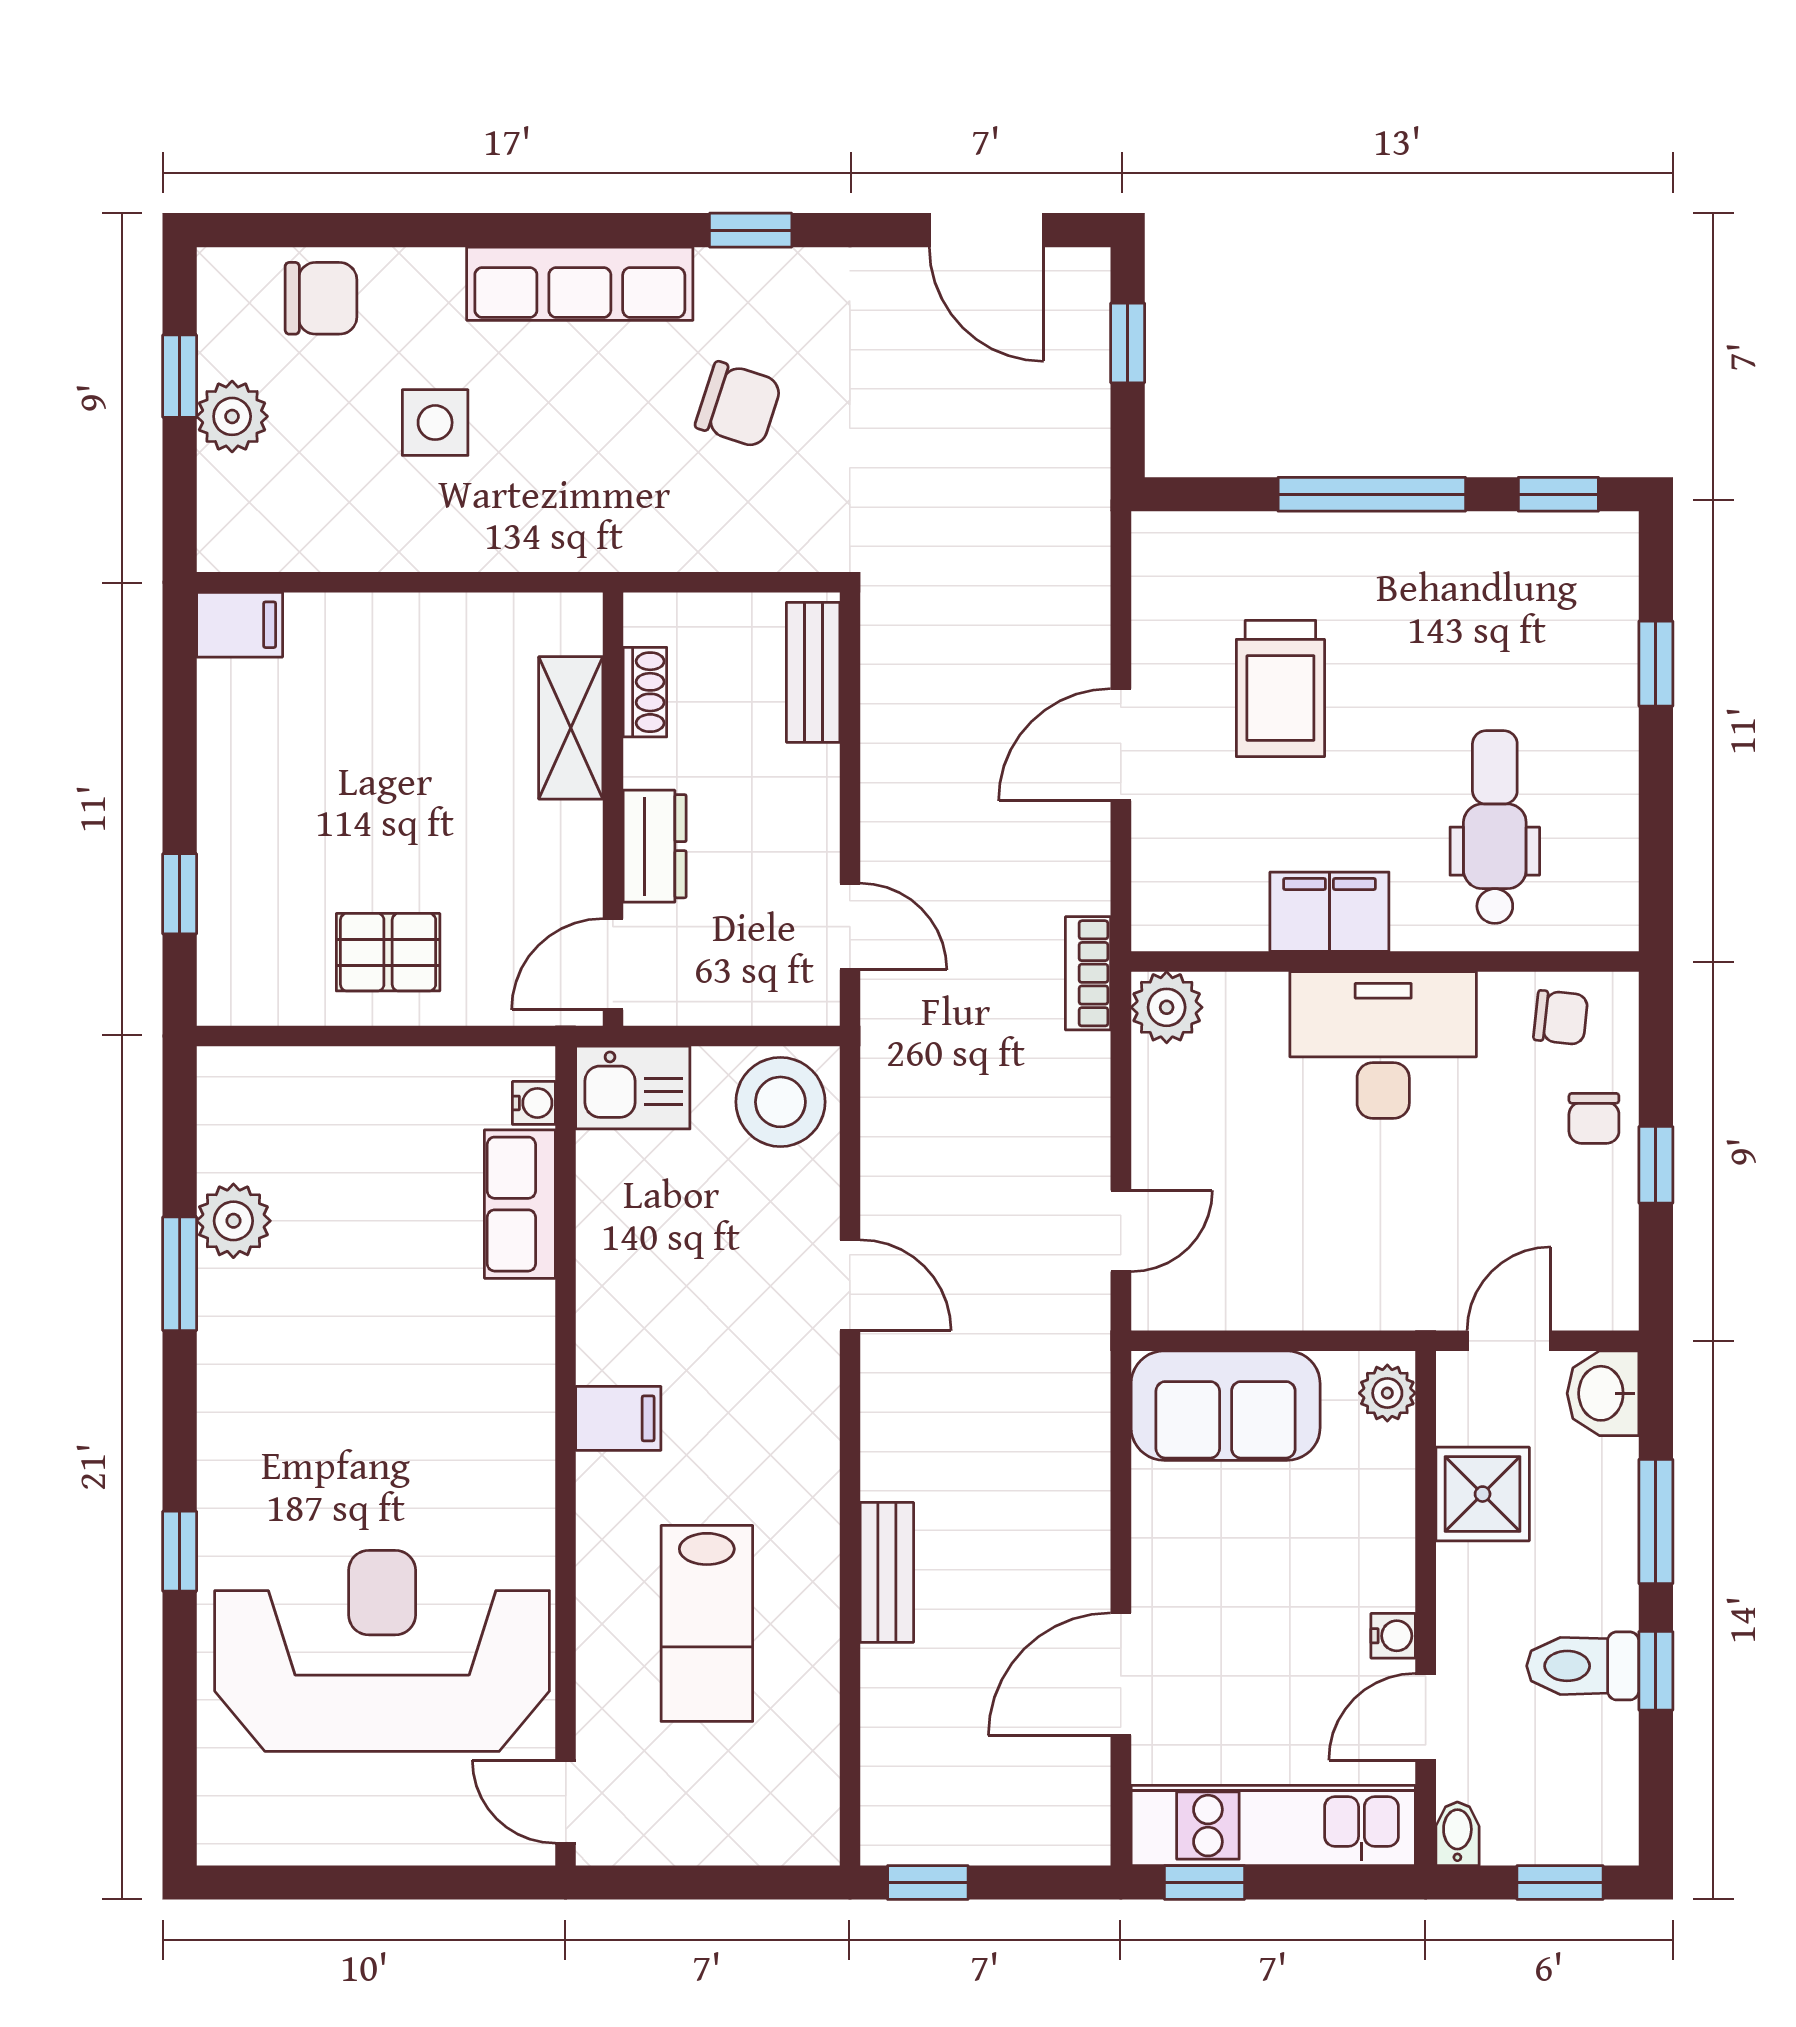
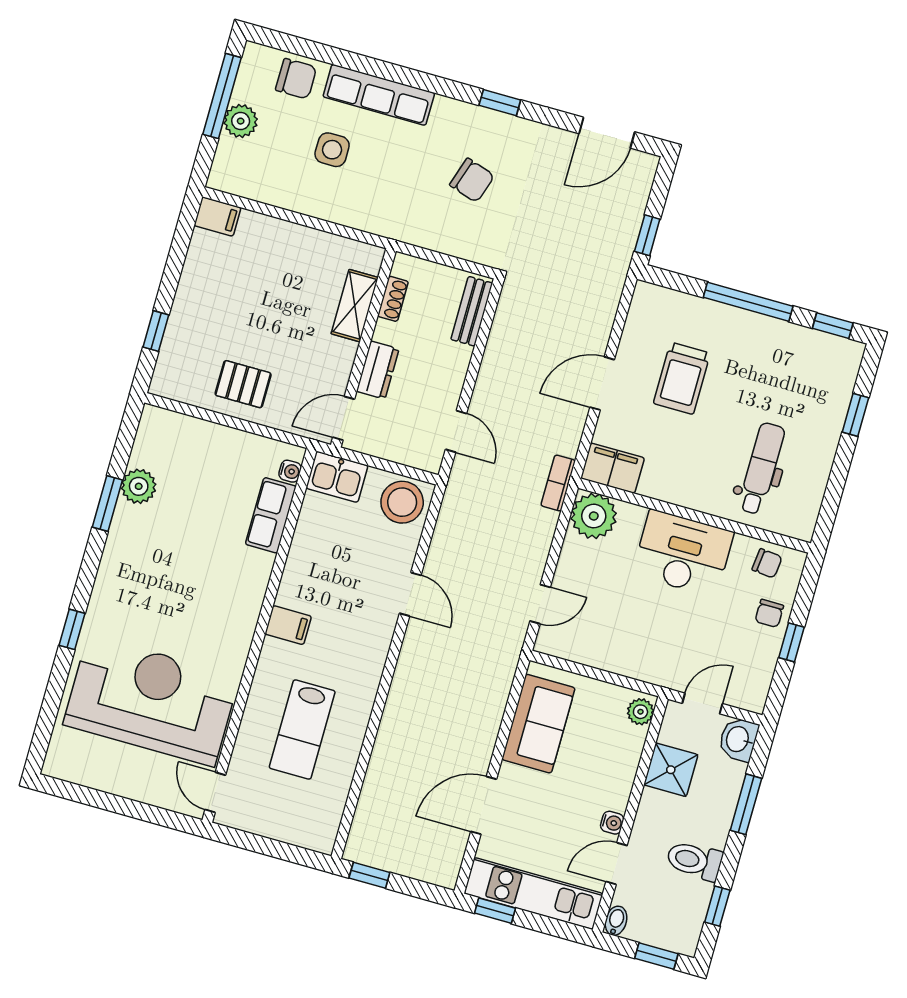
door: (986, 230) -> (607, 133), hinge flipped
row of seats: (580, 284) -> (379, 95), moved
window: (1128, 343) -> (647, 235), moved
window: (180, 376) -> (222, 96), width x2.17
filing cabinet: (1329, 912) -> (613, 468), moved
plant: (1167, 1007) -> (594, 516), width x1.36, depth x1.36
sofa: (1226, 1406) -> (538, 724), moved, turned -90
bench: (887, 1572) -> (390, 729), removed
window: (1656, 1671) -> (717, 906), moved

